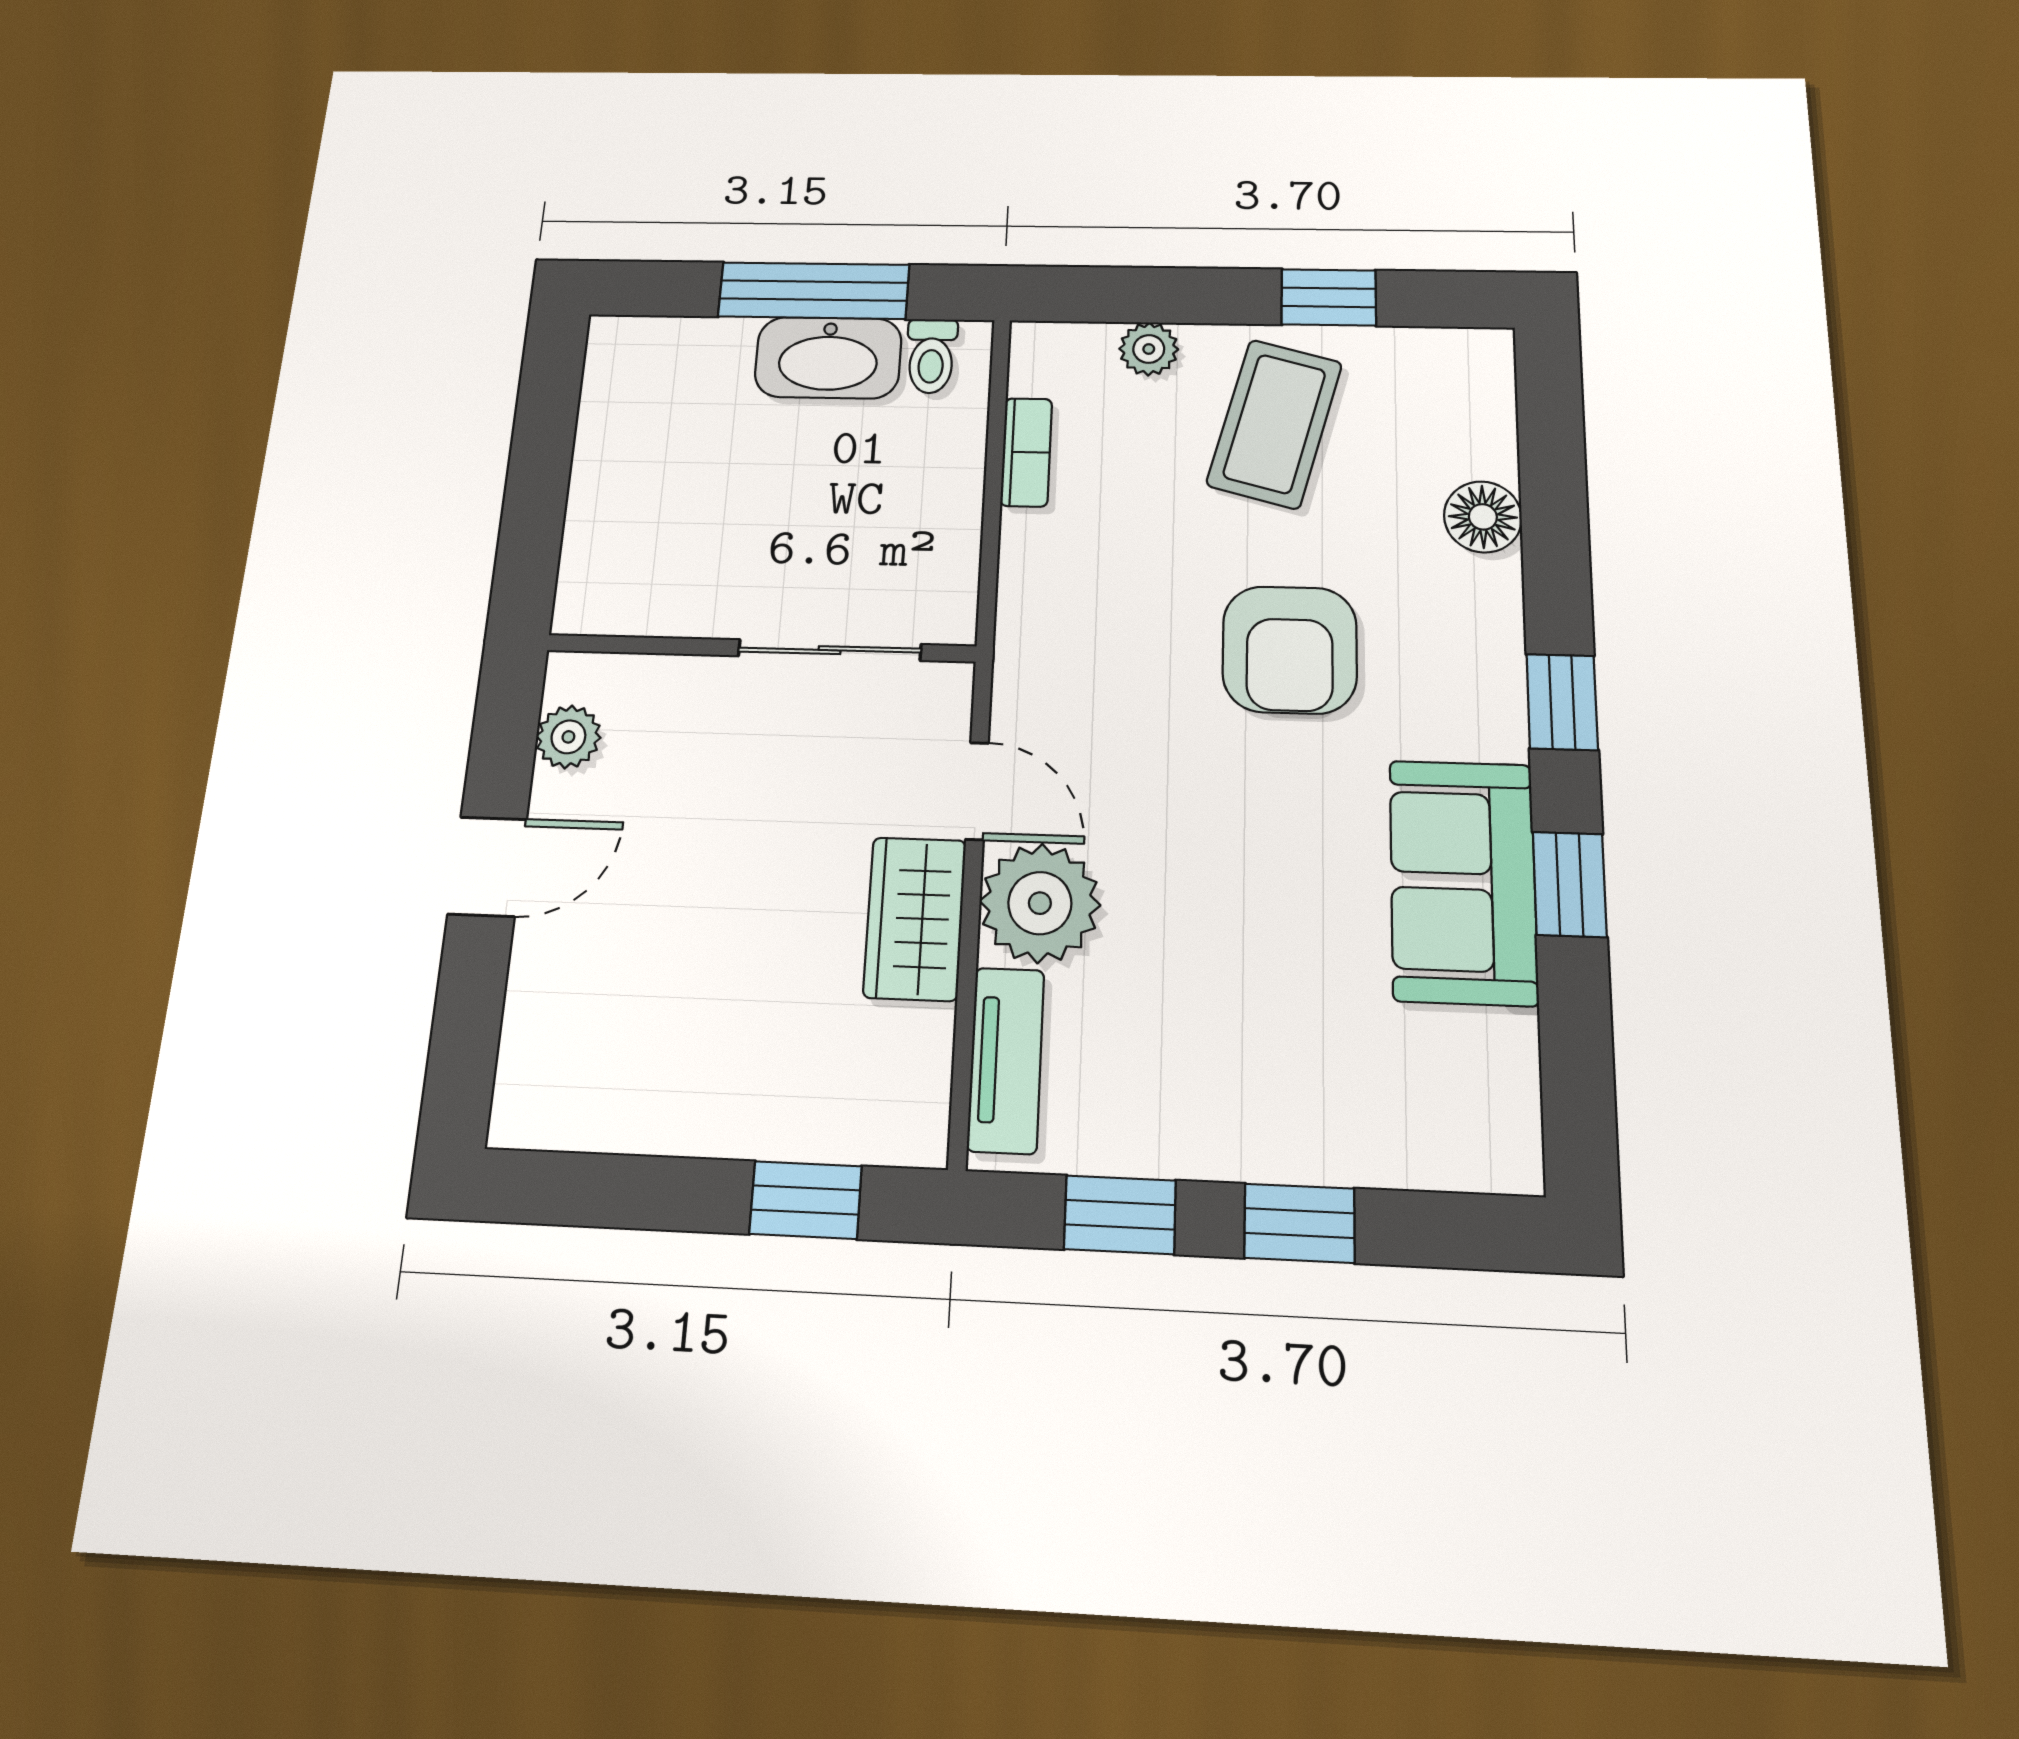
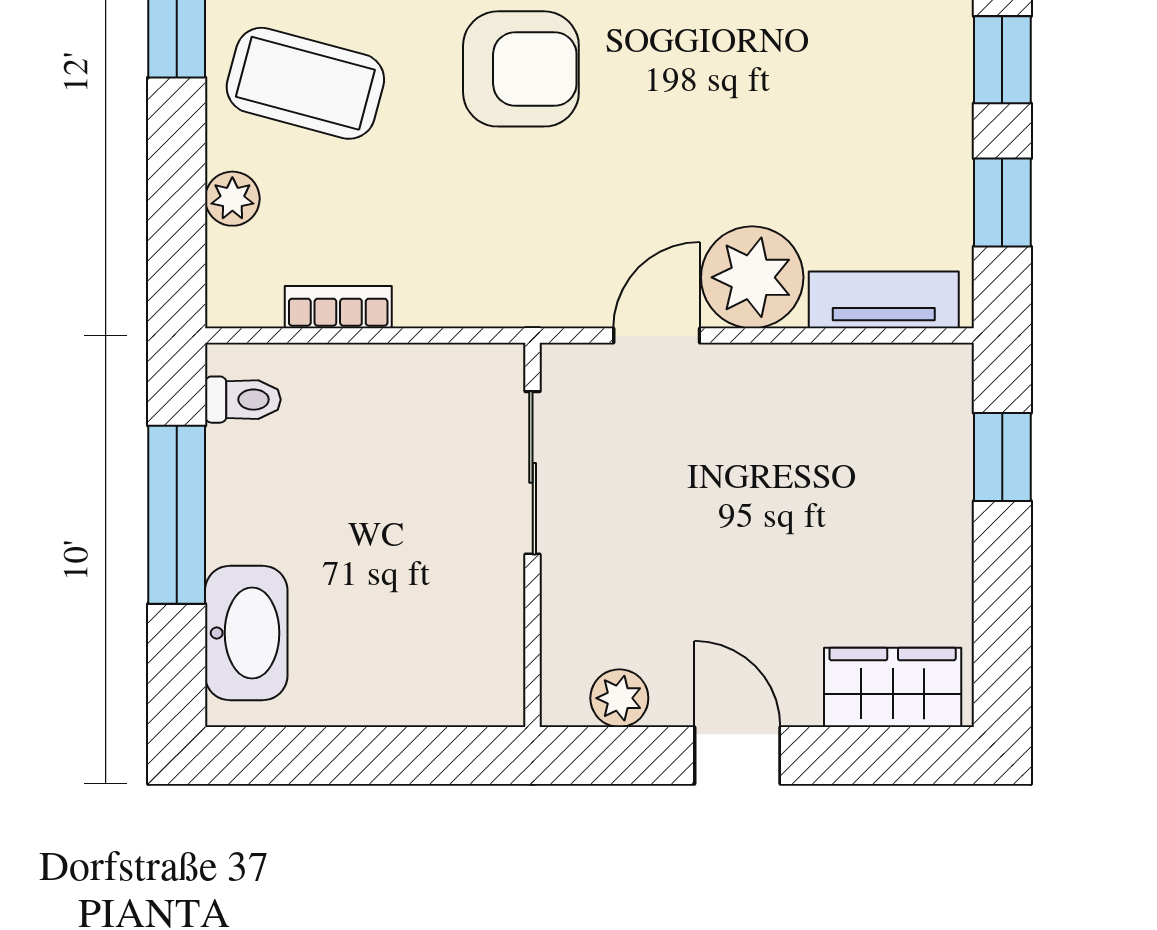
washbasin: (828, 358) -> (246, 633), moved
wardrobe: (915, 918) -> (893, 687), moved, turned 180

